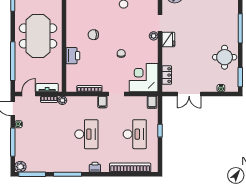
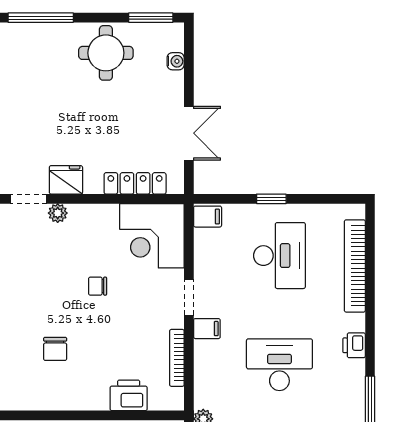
printer: (73, 56) -> (129, 395), moved
locker: (167, 75) -> (135, 183), width x1.53
desk: (135, 134) -> (279, 256), turned 90

